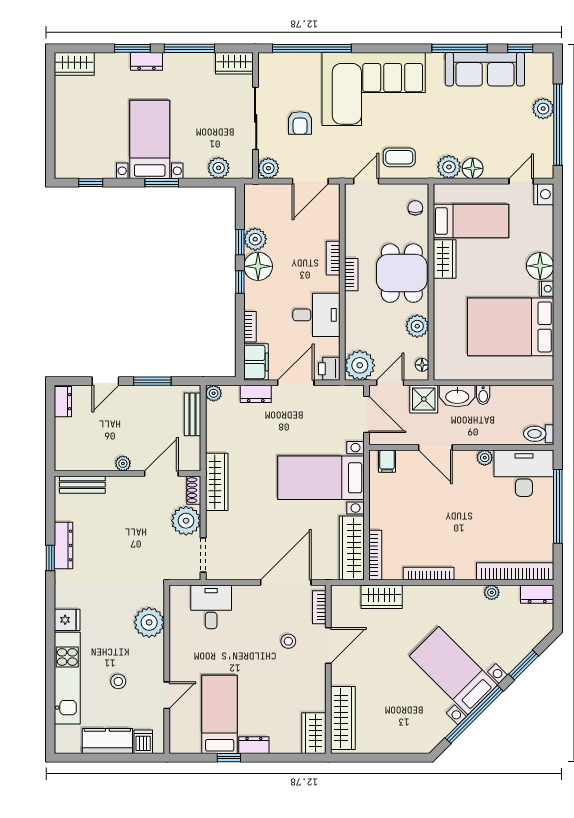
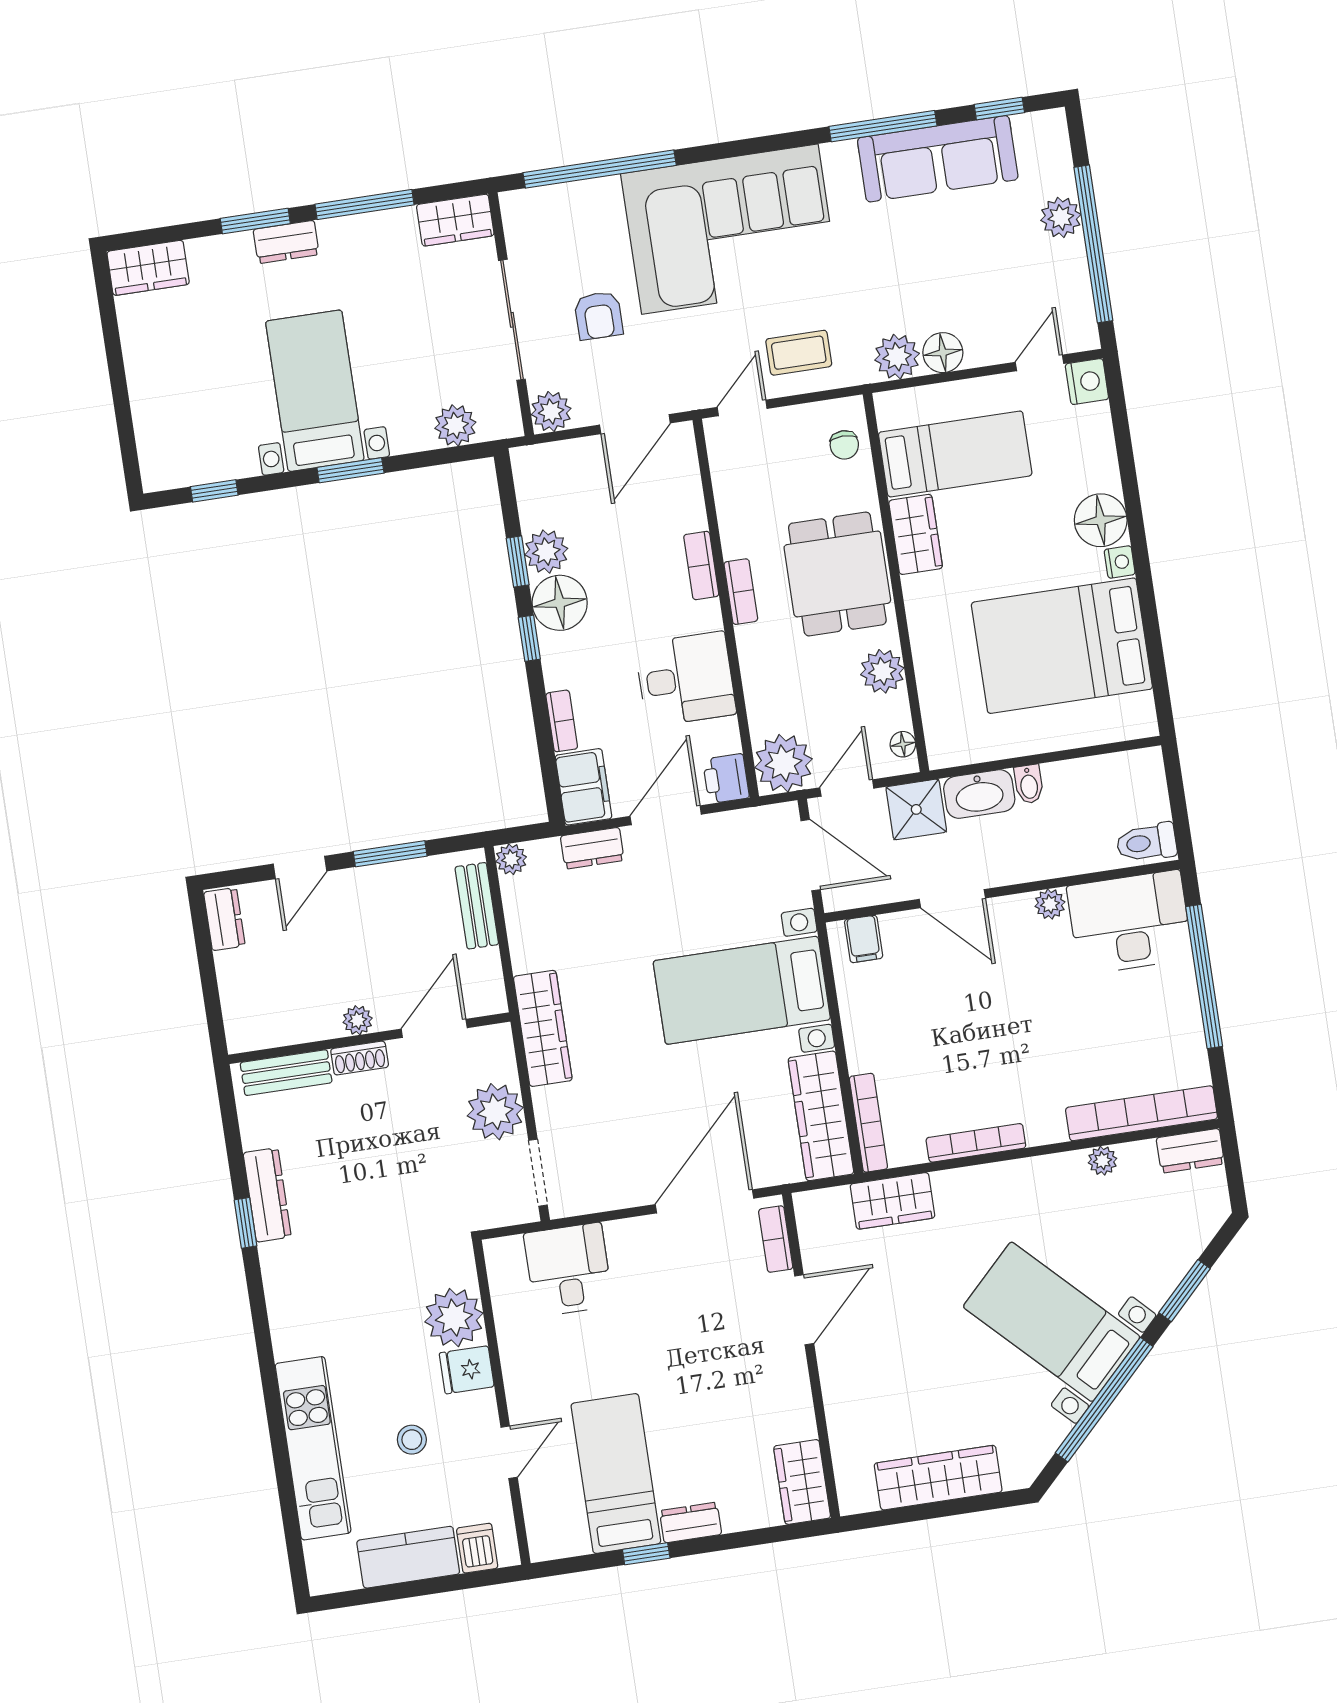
chair: (415, 208) -> (844, 445), turned 180
shoe rack: (194, 490) -> (360, 1058), moved, turned -90
fridge: (67, 620) -> (467, 1370), moved, turned 180
stool: (288, 641) -> (726, 1313), removed
wardrobe: (343, 718) -> (938, 1478), moved, turned -90

